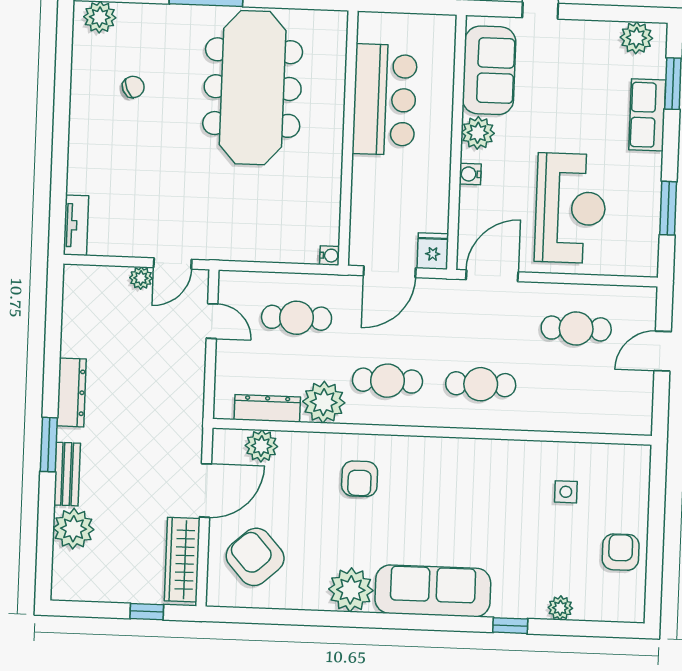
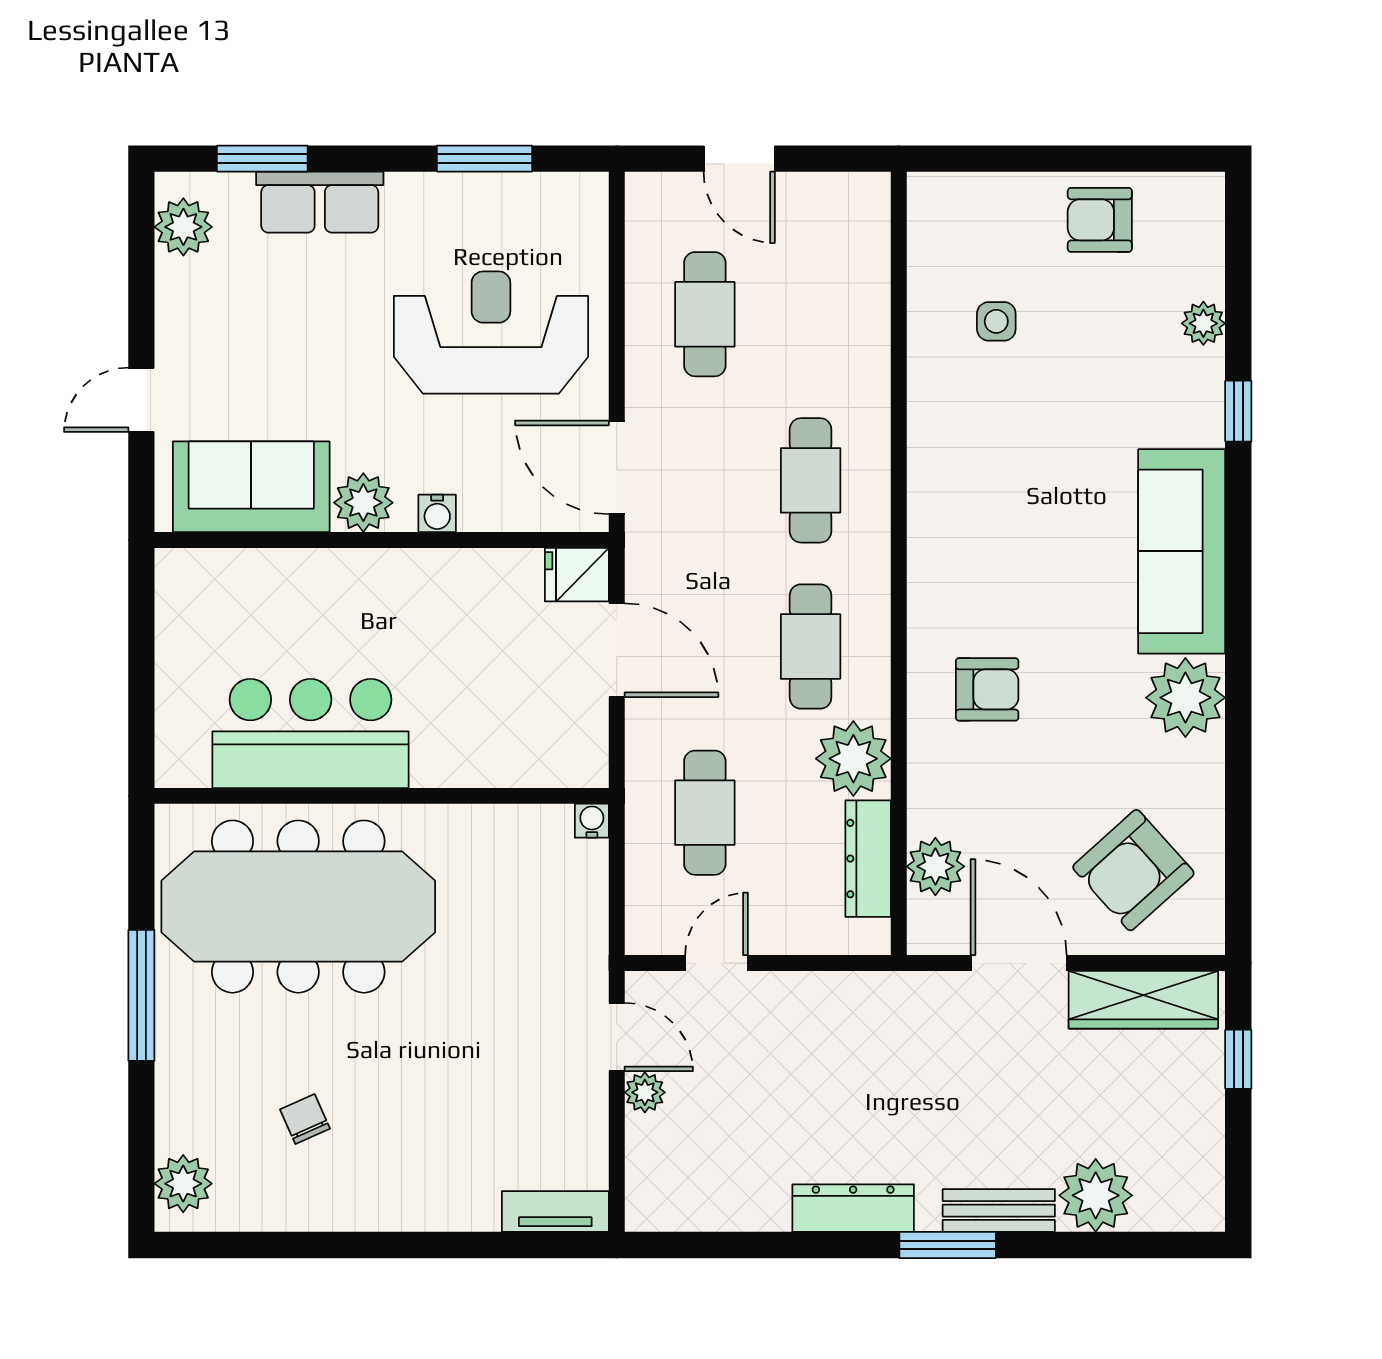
bar counter: (385, 100) -> (311, 733), moved
wall: (348, 138) -> (382, 796), moved
water cooler: (330, 256) -> (592, 821), moved

